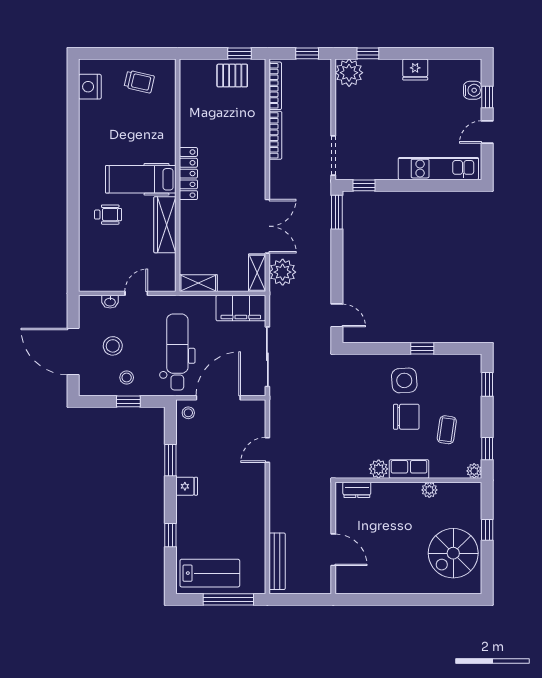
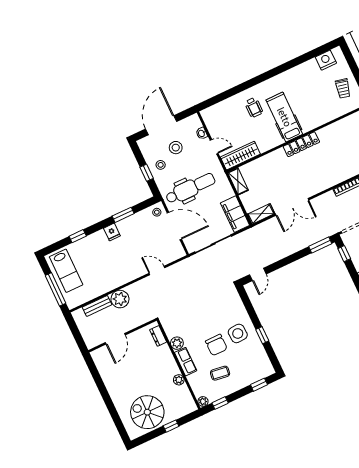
wardrobe: (165, 225) -> (240, 156), moved
plant: (283, 272) -> (120, 299), moved
bench: (277, 561) -> (97, 306), width x0.73

